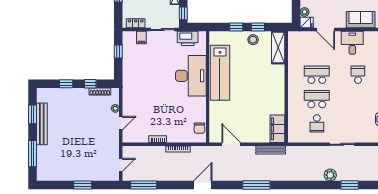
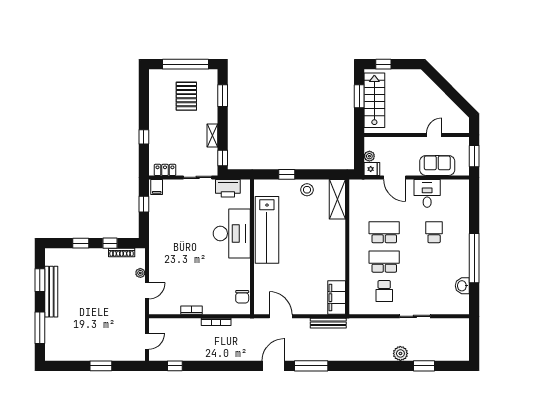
window: (258, 27) -> (313, 174), removed
filing cabinet: (141, 37) -> (157, 187), moved
window: (144, 185) -> (175, 366), width x0.46
door: (203, 185) -> (273, 366), moved

